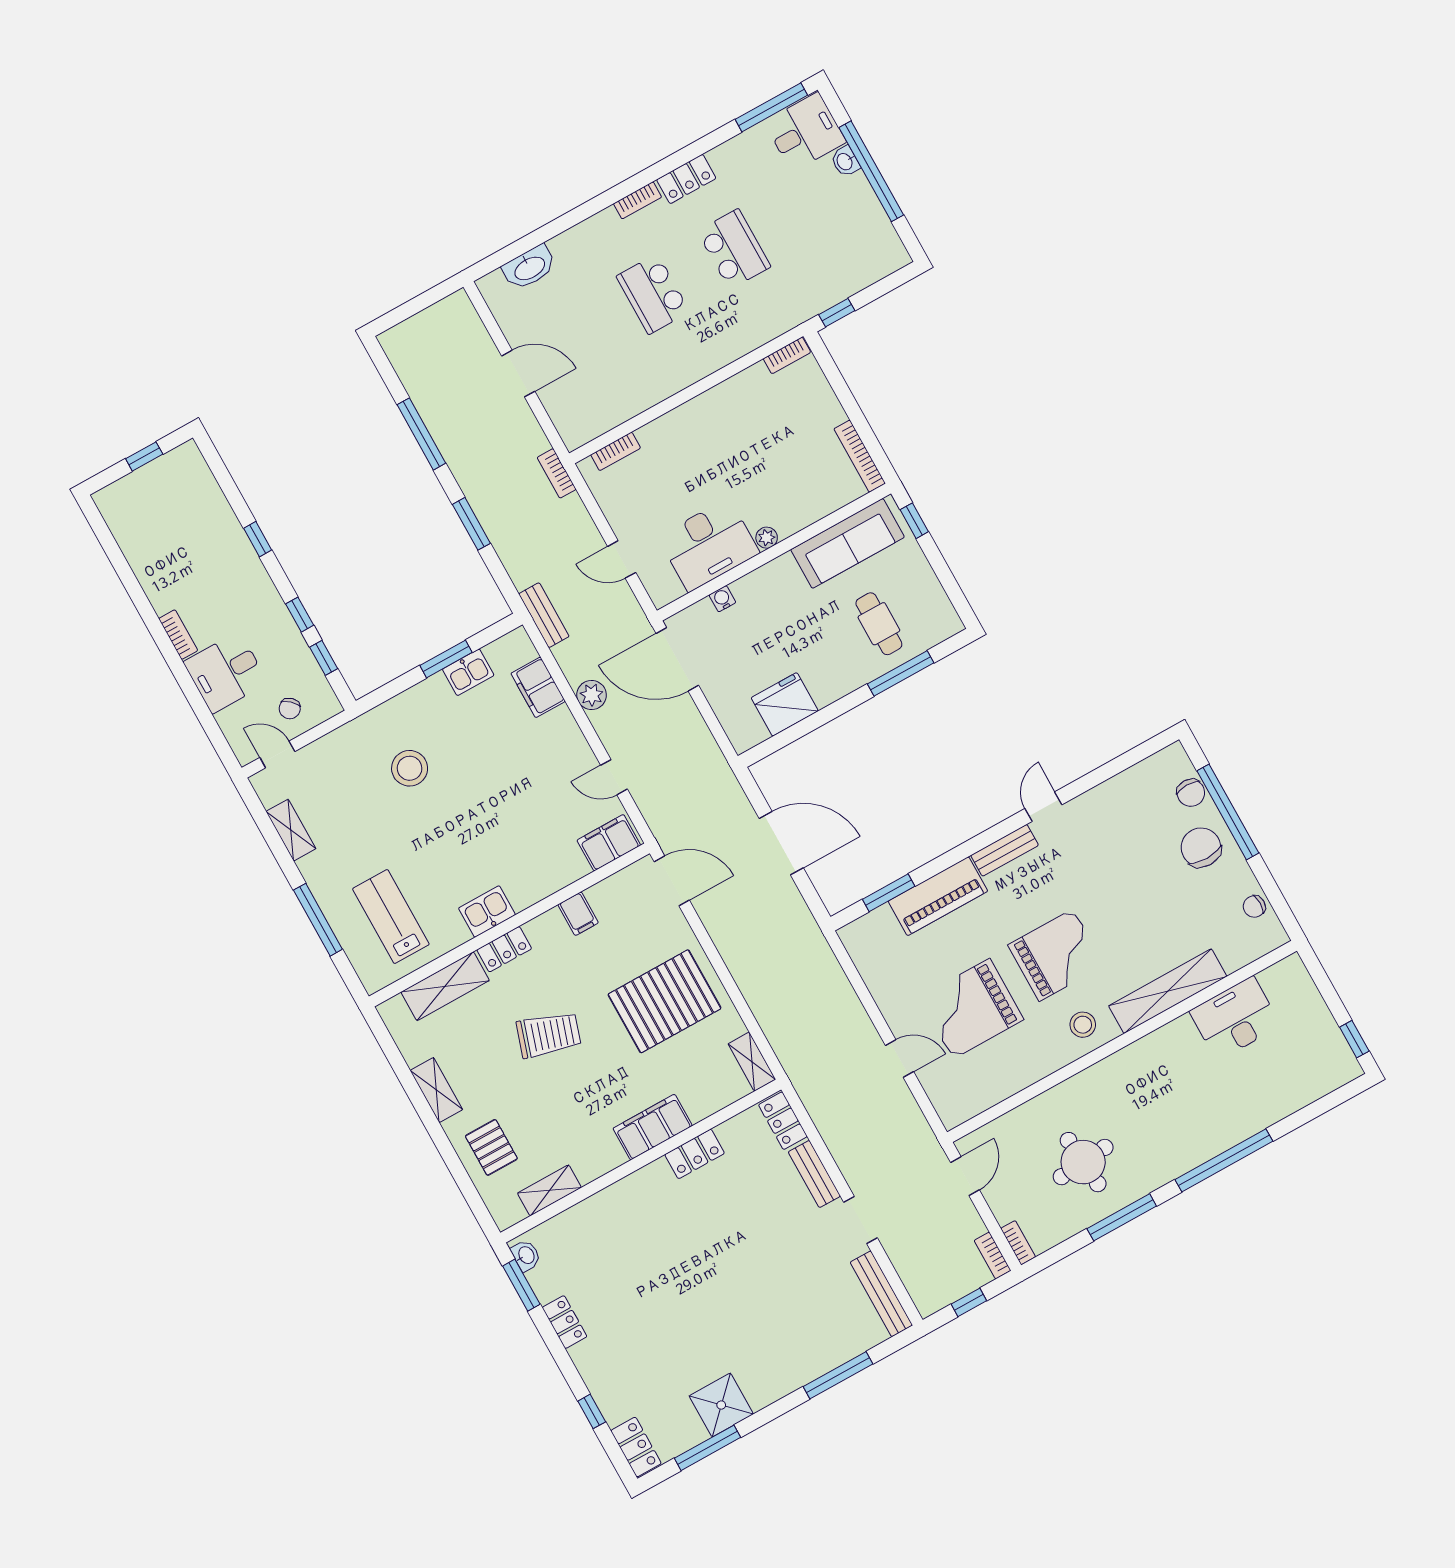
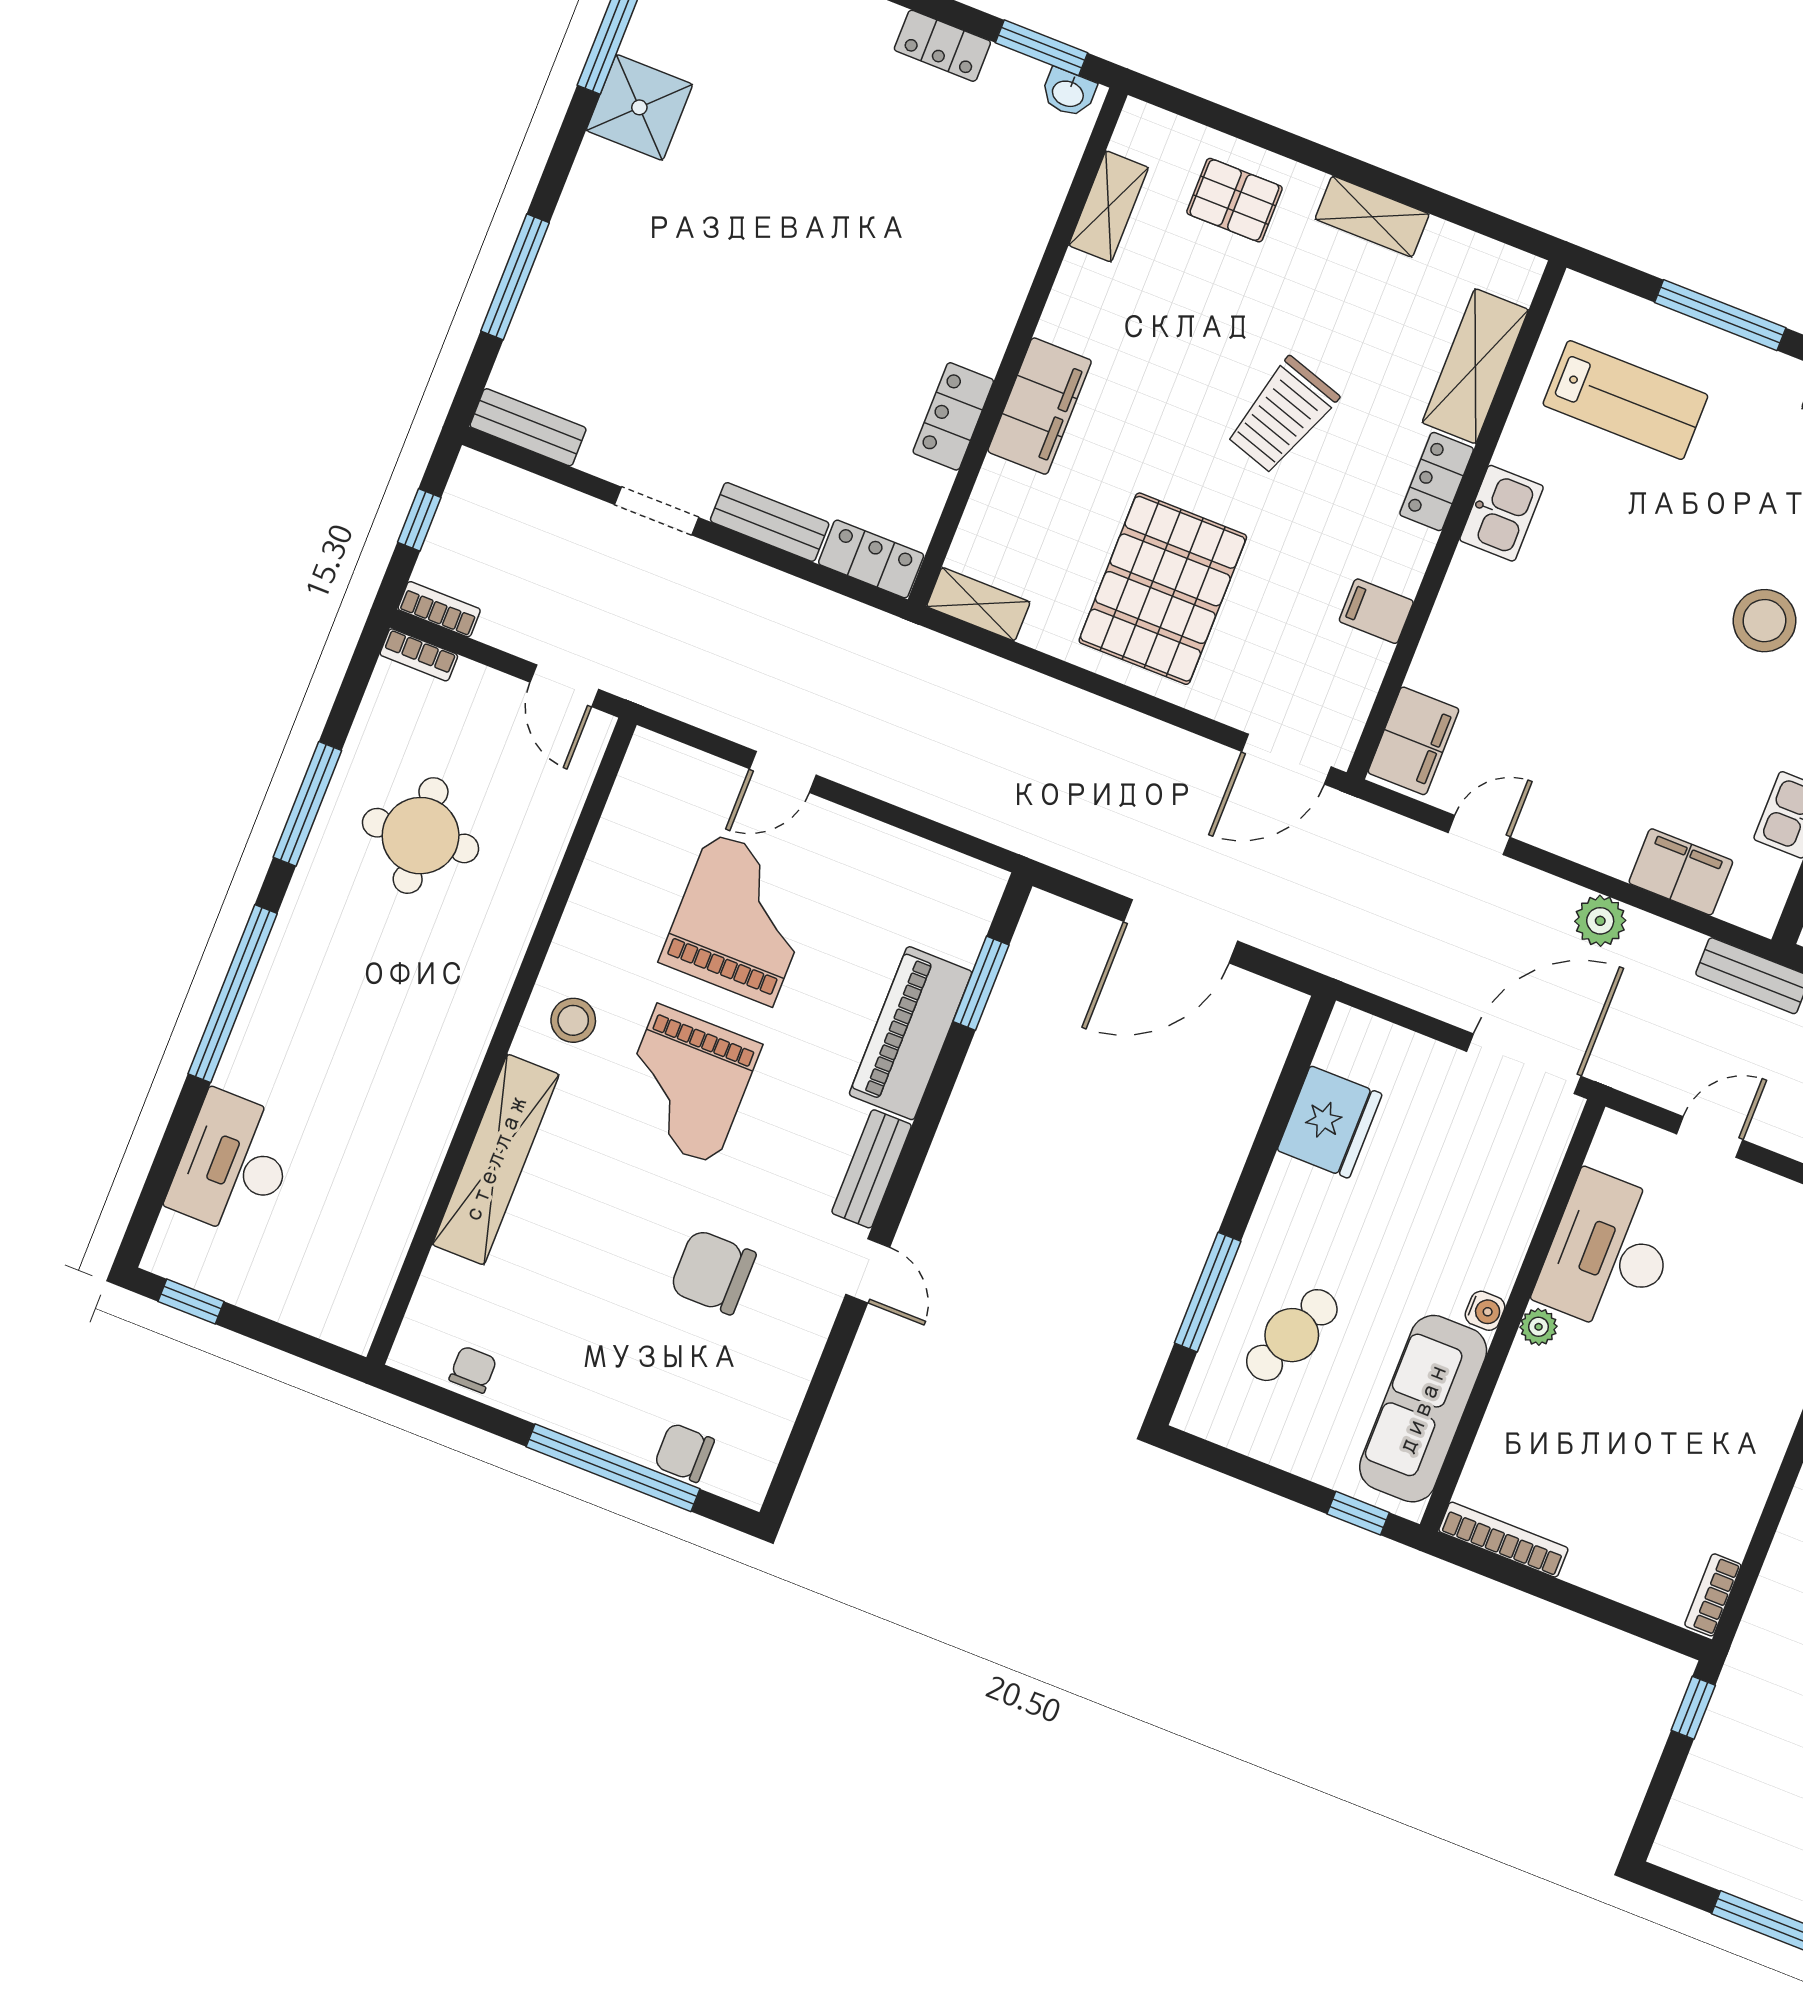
water cooler: (722, 599) -> (1485, 1311), moved
cafe table: (879, 624) -> (1292, 1335), turned -67
chair: (1201, 847) -> (713, 1272), moved, turned 180
desk: (1235, 1018) -> (233, 1164), moved, turned 180
bench: (881, 1294) -> (528, 427), width x0.73

